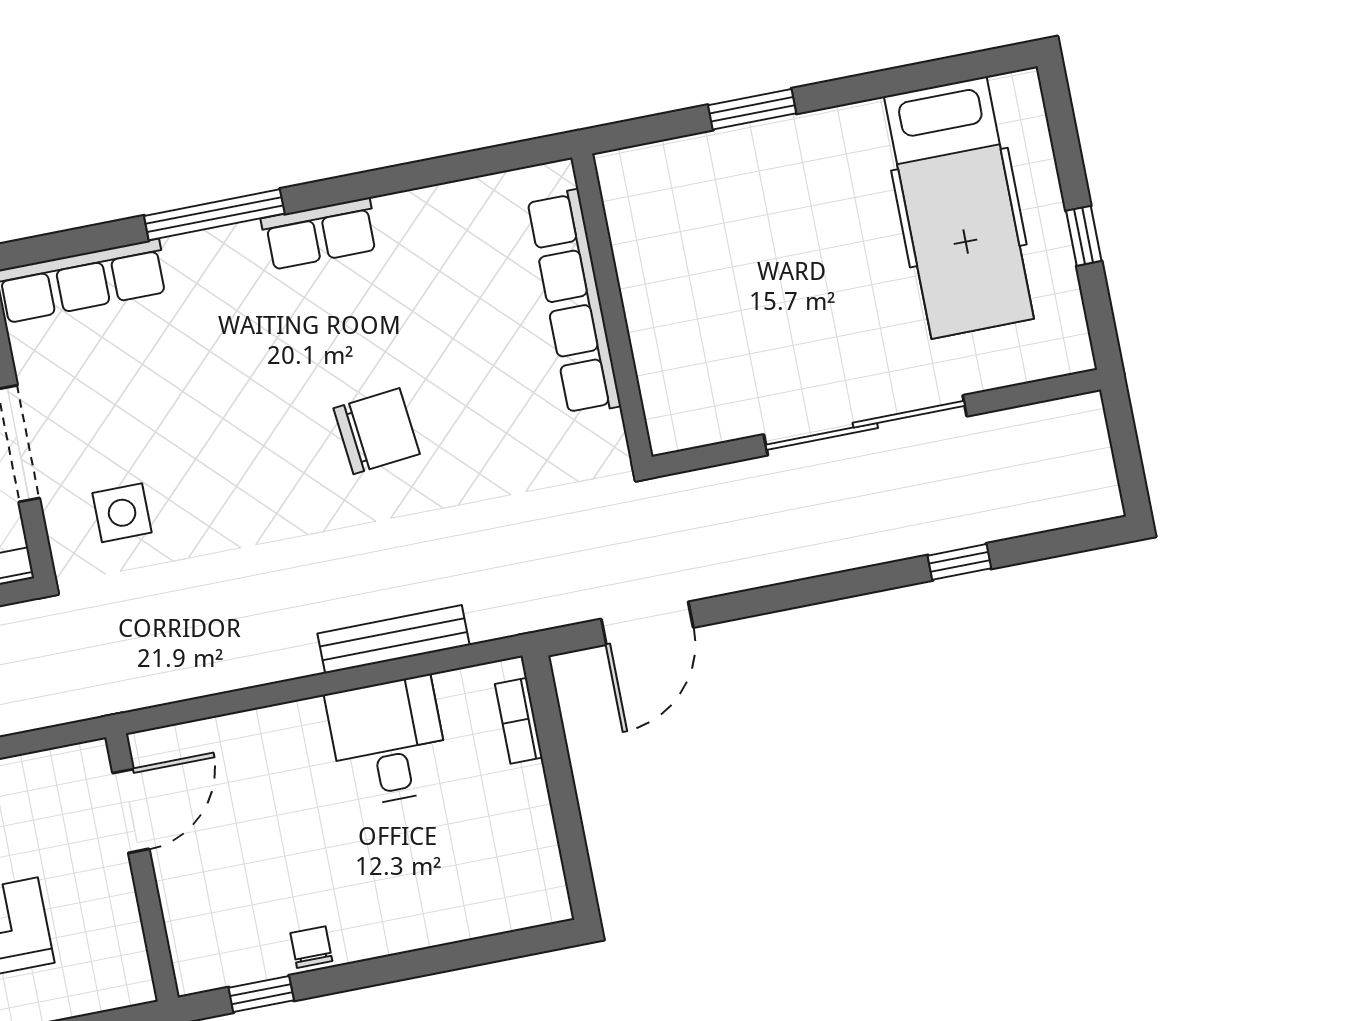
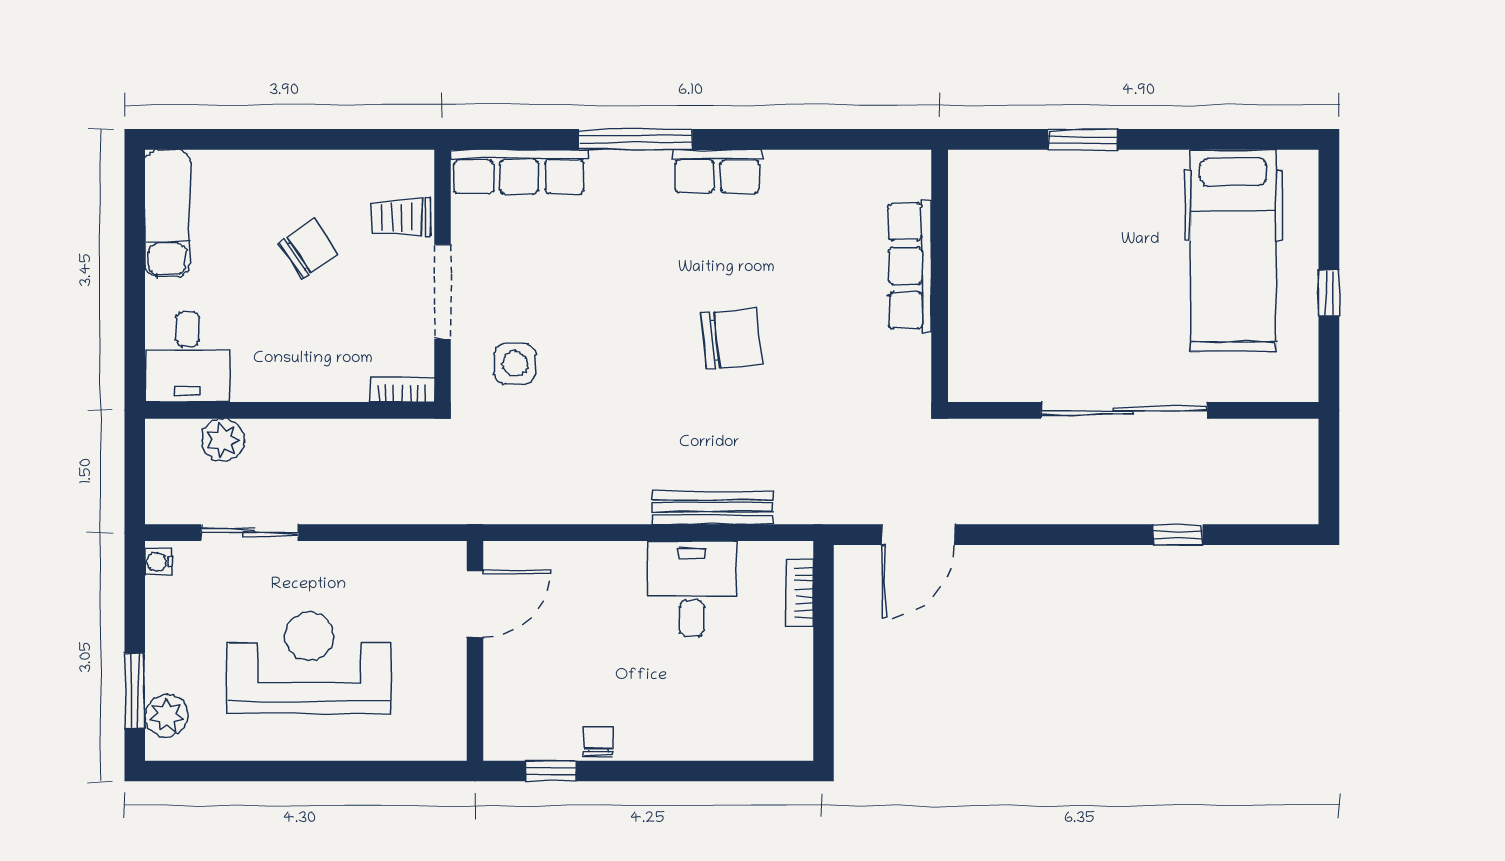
row of seats: (574, 302) -> (910, 266), width x0.73

